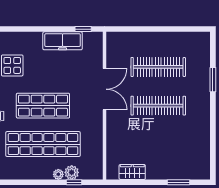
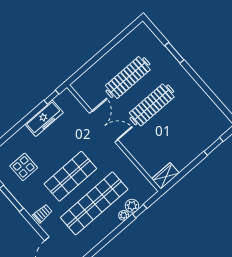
wardrobe: (132, 172) -> (165, 176), moved

